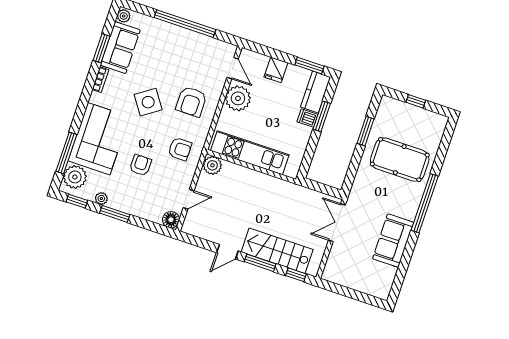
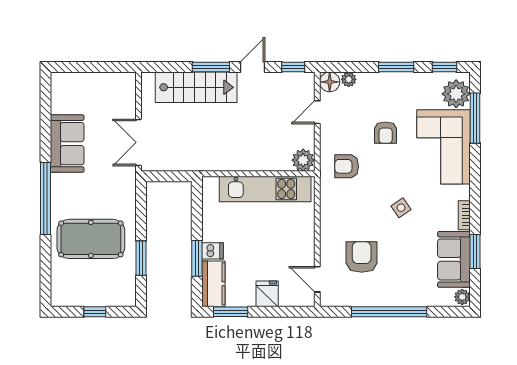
plant: (238, 98) -> (300, 247), removed
side table: (148, 102) -> (401, 208), width x0.54, depth x0.54
armchair: (191, 102) -> (362, 257), moved
plant: (101, 199) -> (349, 79), moved
double door: (337, 223) -> (139, 142), swing flipped
window: (296, 275) -> (293, 67), moved

